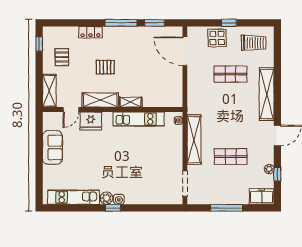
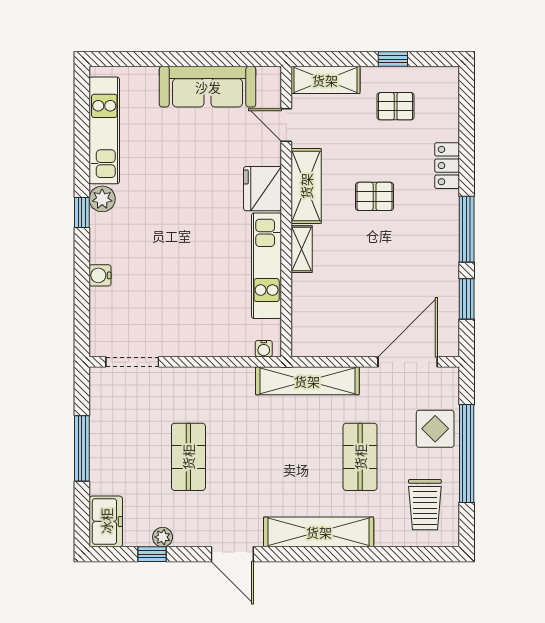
window: (229, 23) -> (467, 453), width x3.17
window: (39, 44) -> (393, 59), moved
pallet: (105, 67) -> (375, 196), turned 90
fridge: (91, 121) -> (263, 189), moved
shelving: (194, 140) -> (307, 381), moved
sofa: (52, 147) -> (208, 87), width x1.36
water cooler: (119, 199) -> (100, 275), moved

